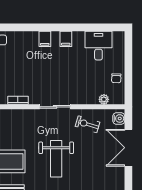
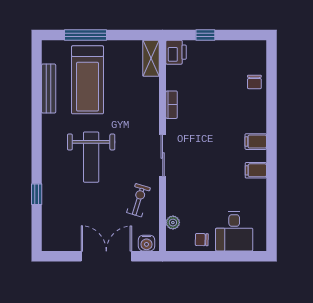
desk: (98, 46) -> (234, 231), moved, turned 90
weight bench: (56, 159) -> (91, 157), turned -90

